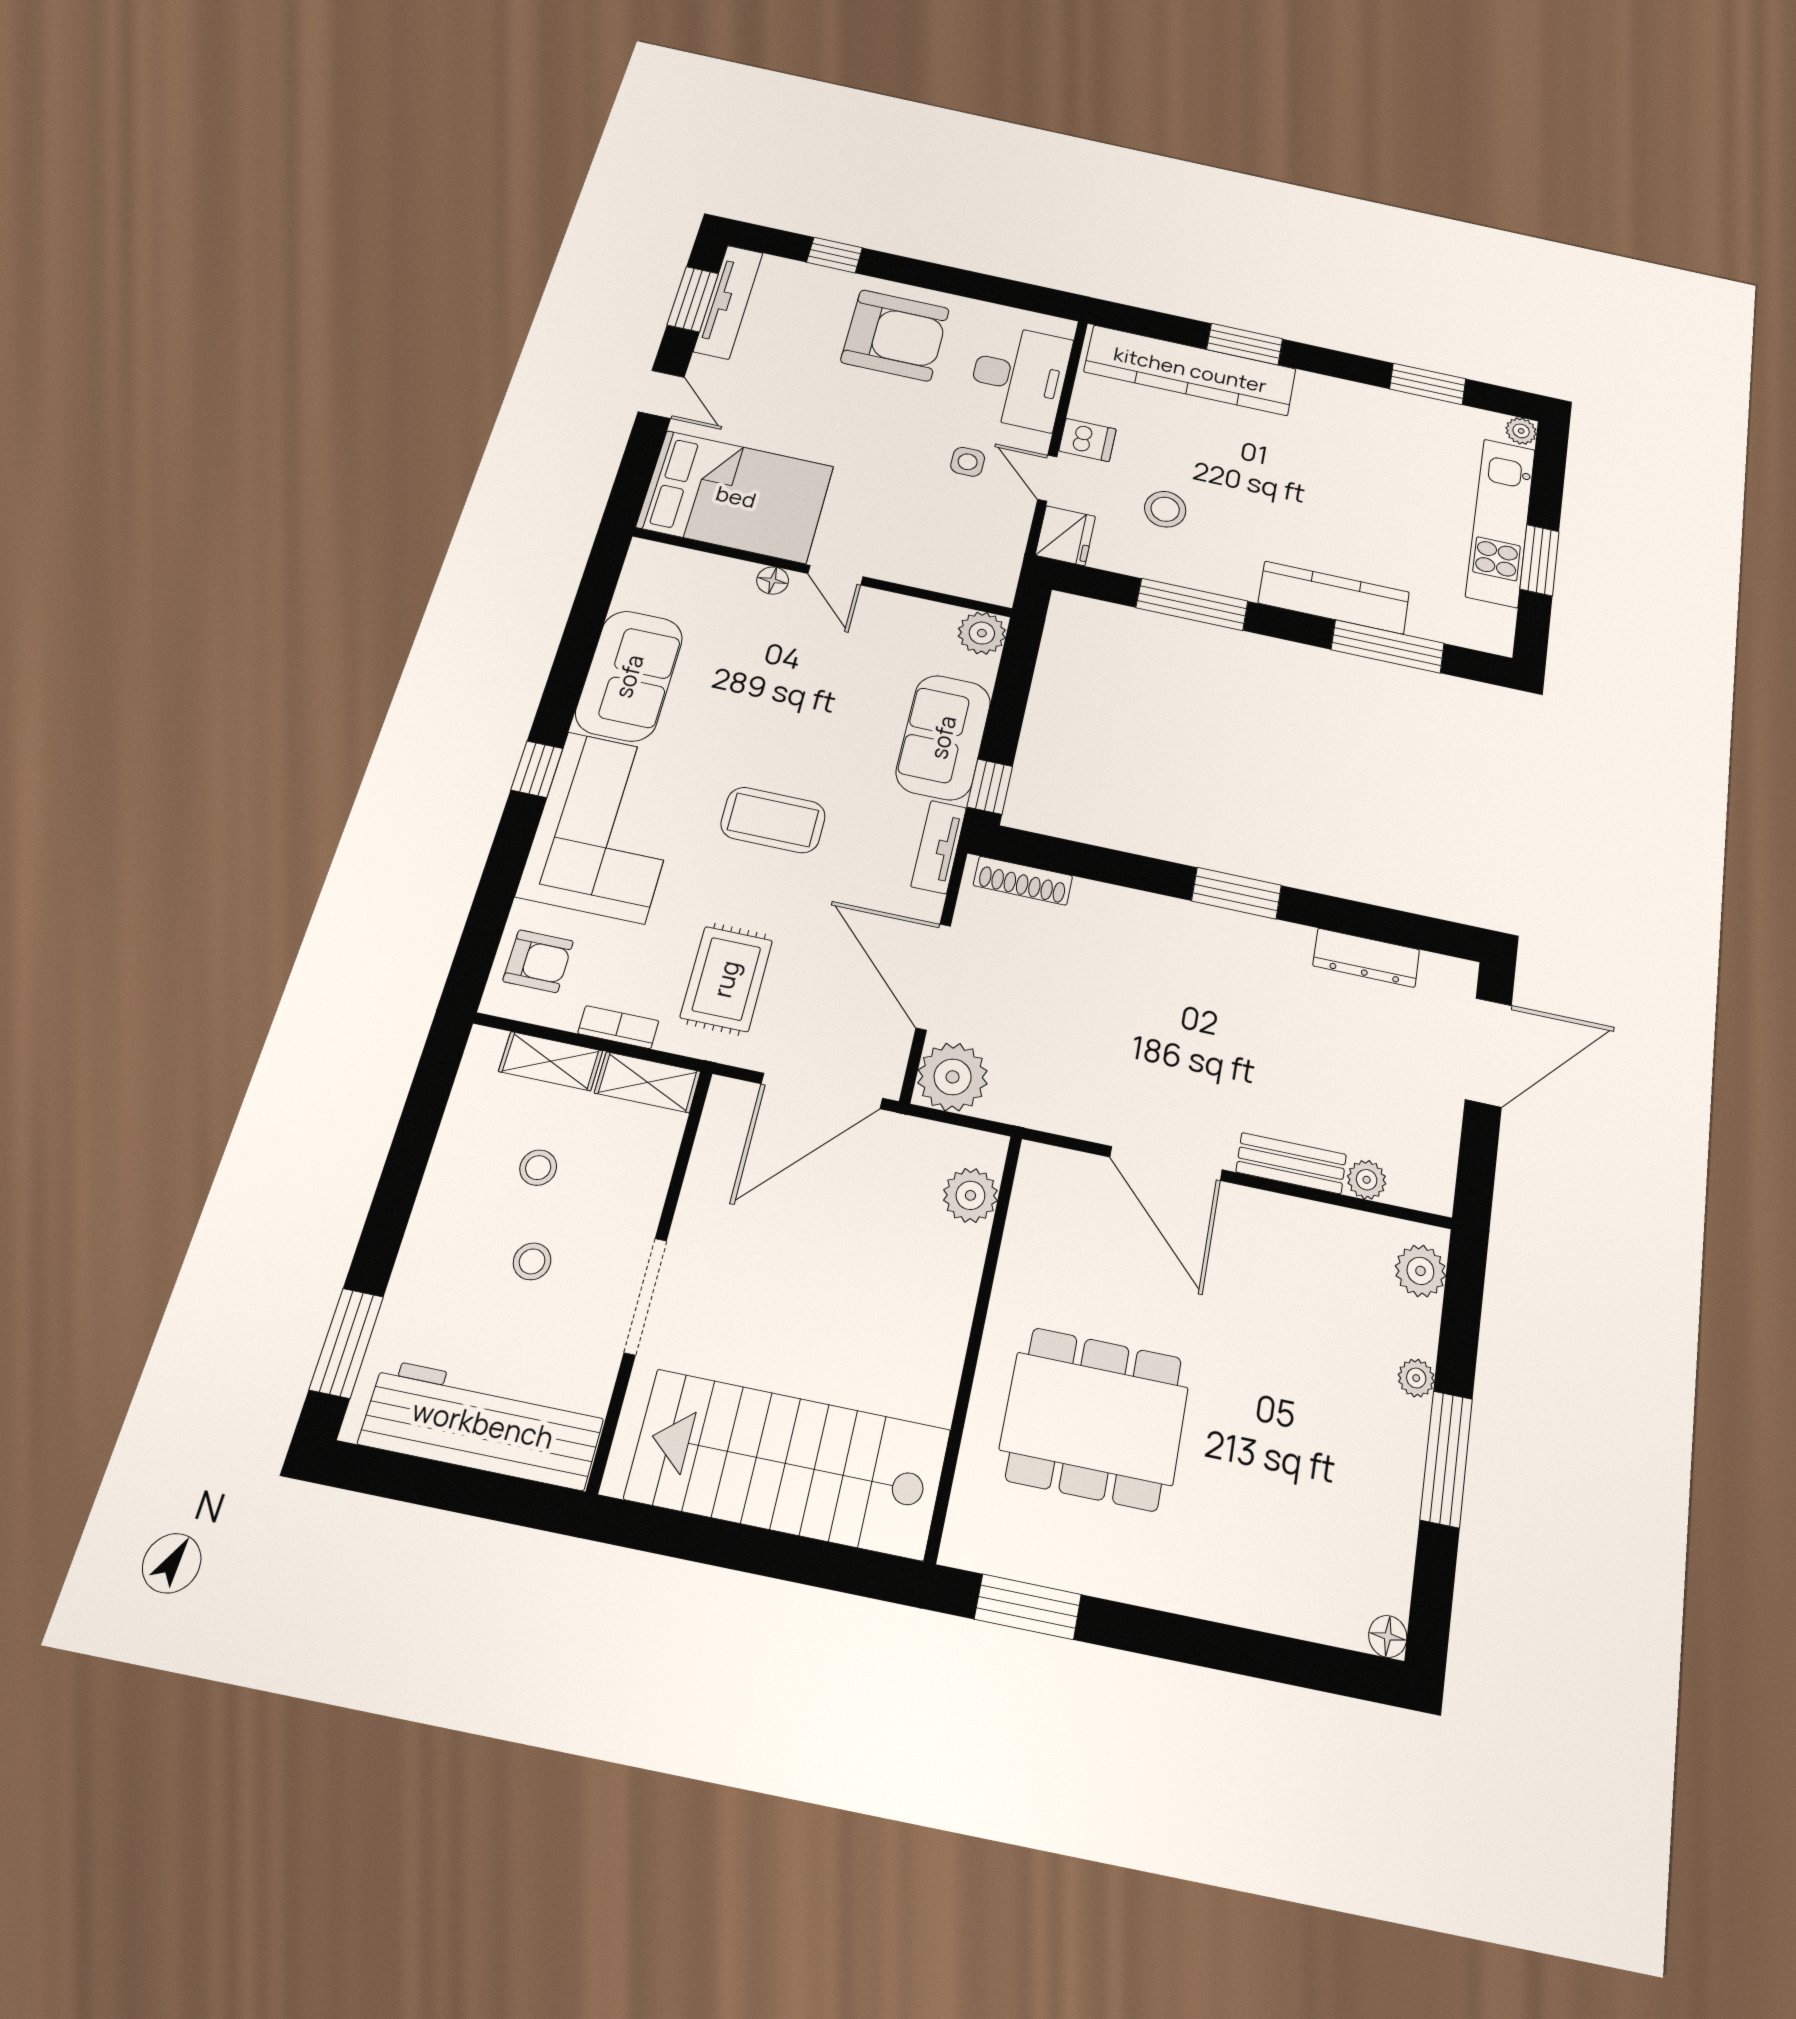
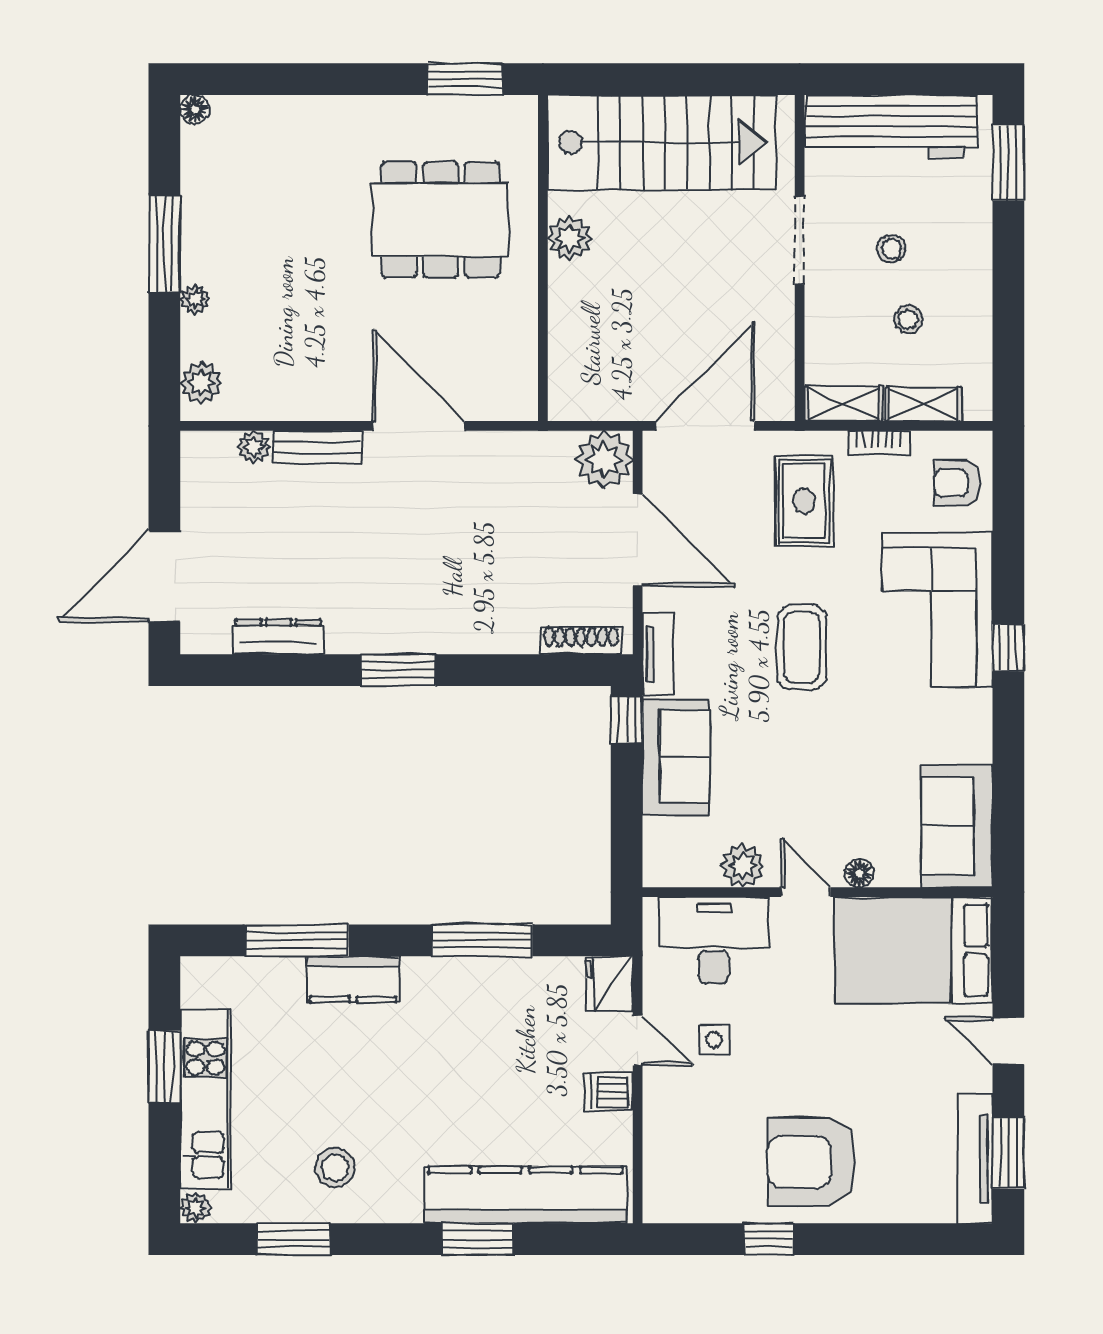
window: (835, 255) -> (769, 1239), moved
desk: (1019, 377) -> (714, 940), moved, turned 90
stool: (1165, 509) -> (335, 1168), moved
kitchen counter: (1334, 598) -> (353, 979), width x0.67
plant: (982, 633) -> (743, 866), moved
sofa: (629, 676) -> (957, 826), moved
coffee table: (773, 820) -> (802, 647), turned 90
plant: (970, 1195) -> (570, 238), moved

